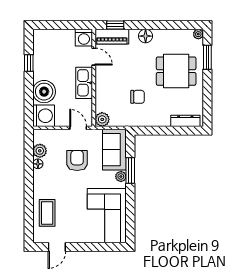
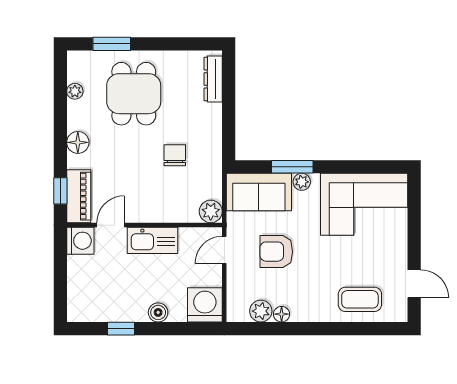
plant: (198, 34) -> (75, 91), moved
boiler: (44, 92) -> (158, 312), width x0.54, depth x0.54

